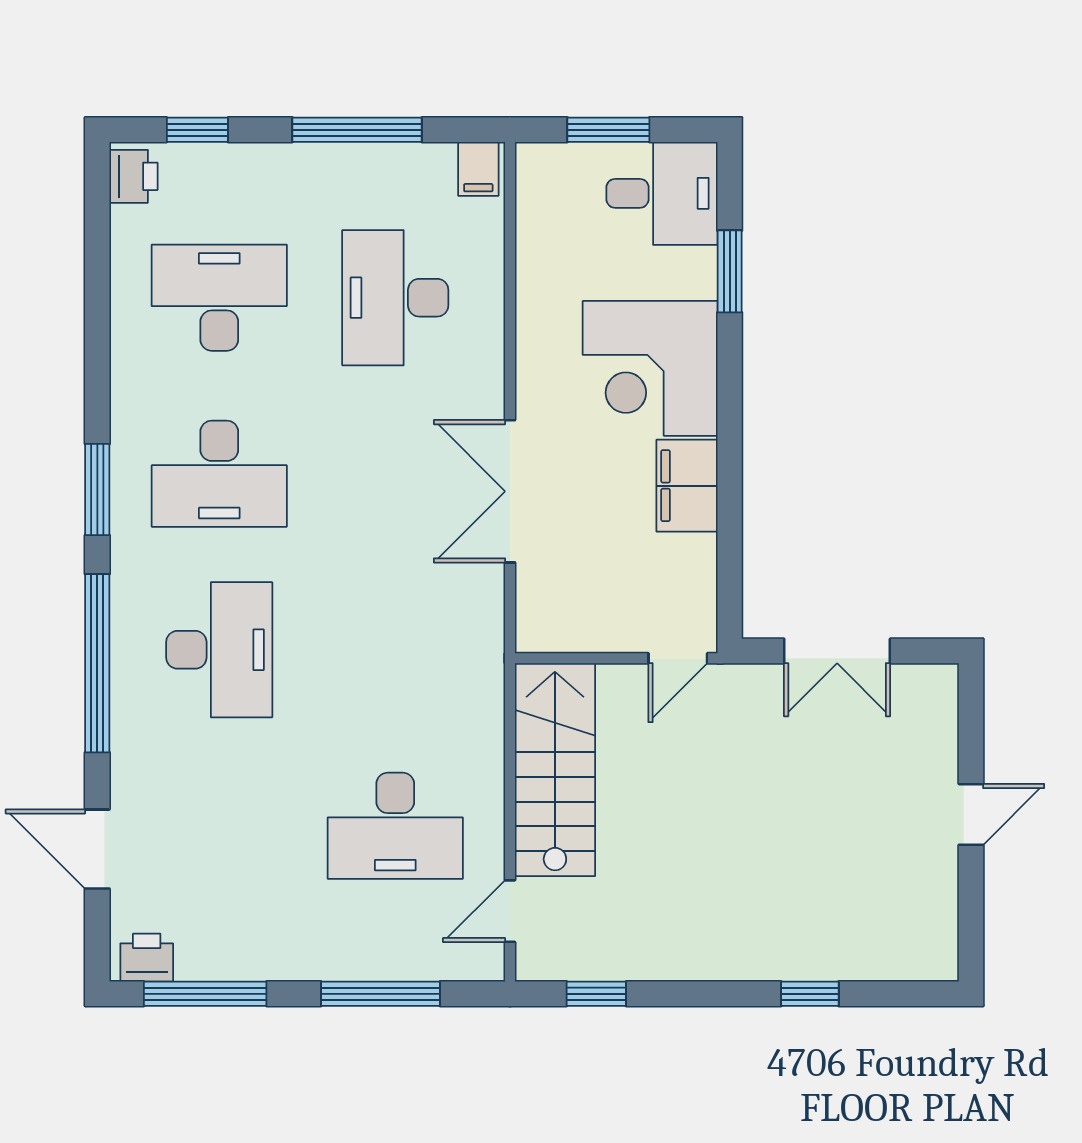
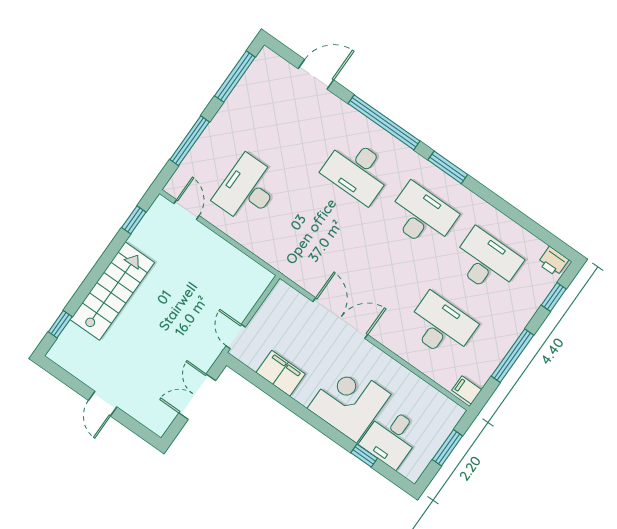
desk: (662, 193) -> (391, 437), moved
window: (730, 271) -> (364, 456), width x0.67
desk: (219, 298) -> (487, 262), turned -90
desk: (219, 474) -> (422, 216), turned 90
filing cabinet: (687, 486) -> (281, 373), moved
stairs: (555, 770) -> (112, 291), moved, turned -90
printer: (147, 958) -> (263, 64), removed
window: (810, 994) -> (60, 324), moved

